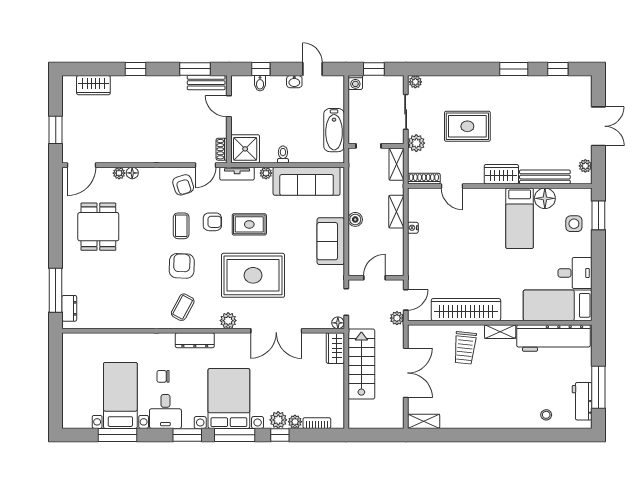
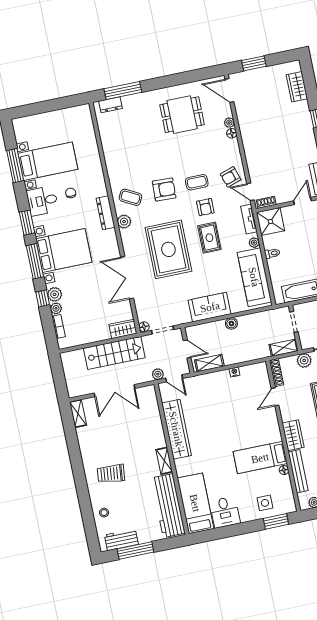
floor lamp: (545, 198) -> (284, 470), width x0.53, depth x0.53
shelving: (396, 212) -> (209, 363), moved
plant: (228, 321) -> (124, 222), moved
trolley: (465, 348) -> (111, 474), moved

